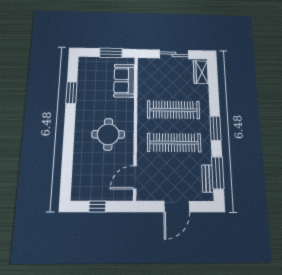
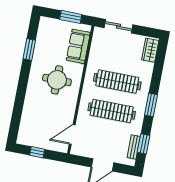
sliding door: (174, 54) -> (118, 26), moved
round table: (108, 134) -> (57, 80), moved
window: (218, 173) -> (143, 144), width x0.69

